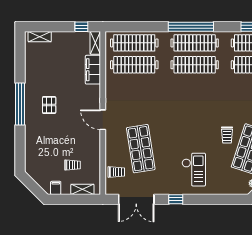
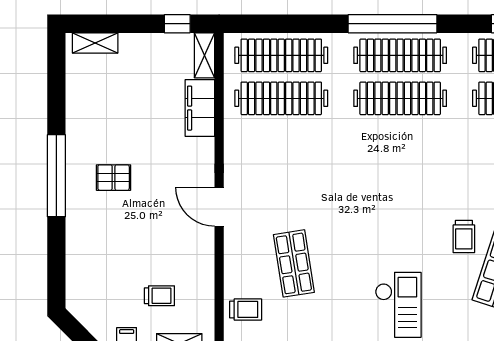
pallet: (49, 105) -> (114, 178), turned 90
shop shelf: (141, 149) -> (294, 263), width x0.70, depth x0.74

